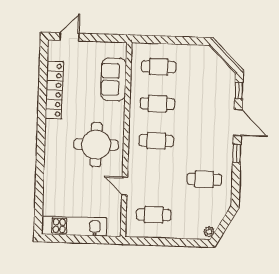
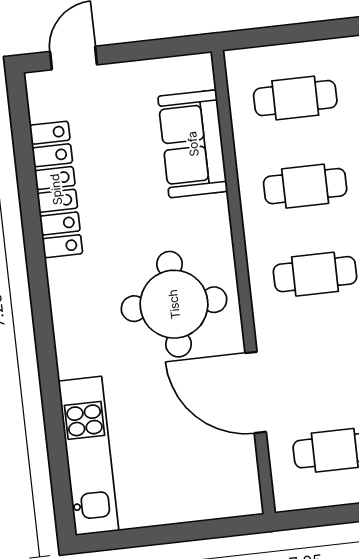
door: (125, 186) -> (256, 392), width x1.87
kitchen unit: (74, 226) -> (89, 456), moved, turned 90

